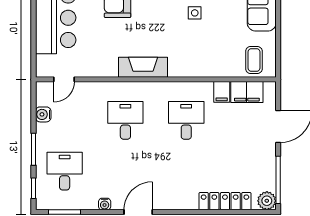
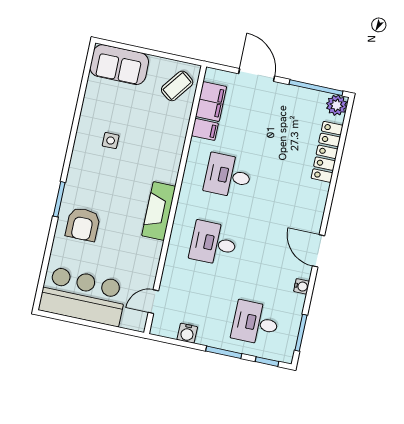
coffee table: (254, 60) -> (177, 86), turned -53
door: (64, 79) -> (153, 302), swing flipped

